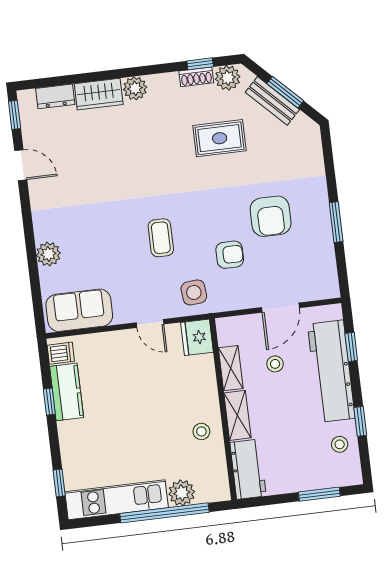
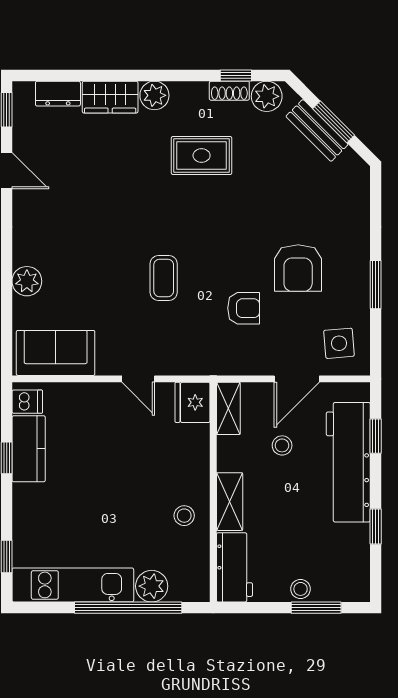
rug: (220, 138) -> (202, 156), moved
side table: (194, 292) -> (339, 343), moved
shelving: (231, 368) -> (228, 408), moved
stool: (340, 444) -> (301, 589), moved

